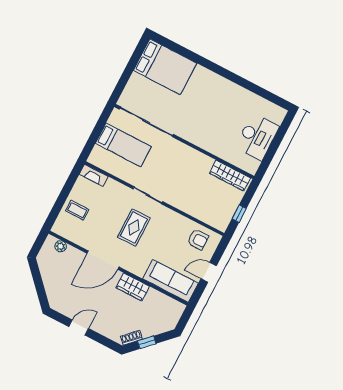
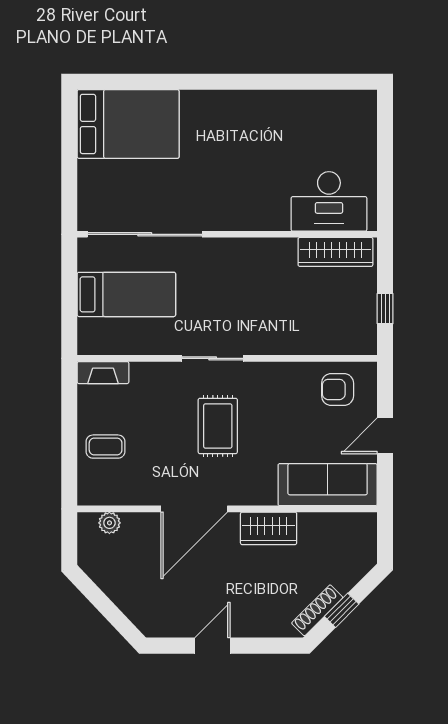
desk: (257, 137) -> (329, 201), moved, turned 90
armchair: (198, 239) -> (338, 389), turned 180
shoe rack: (131, 338) -> (317, 610), width x1.43

